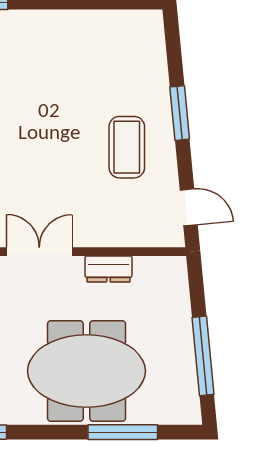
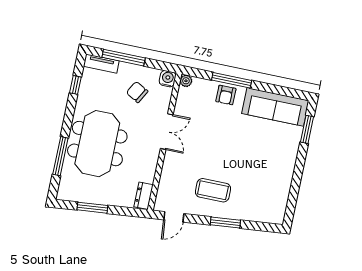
dresser: (108, 269) -> (144, 196), moved
window: (203, 356) -> (92, 208), width x0.69

